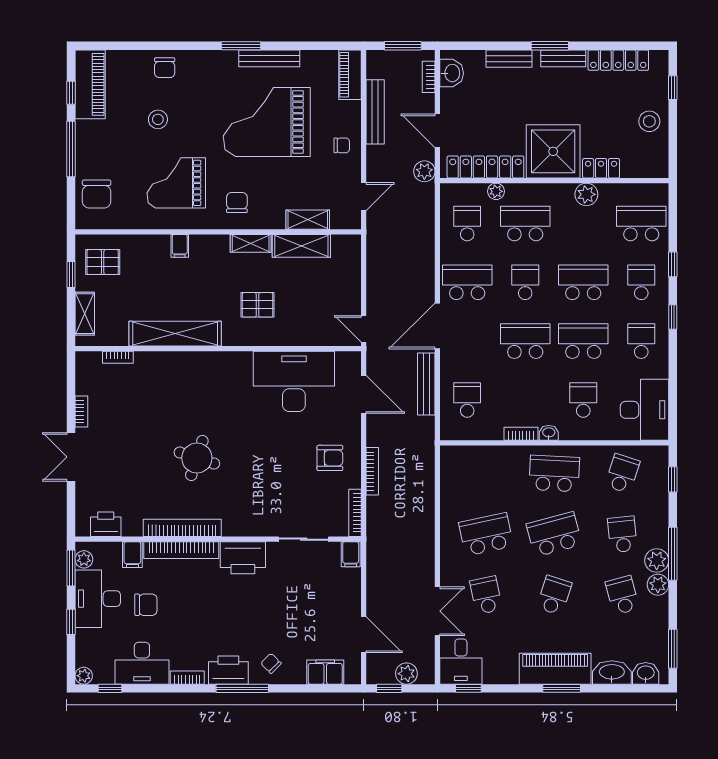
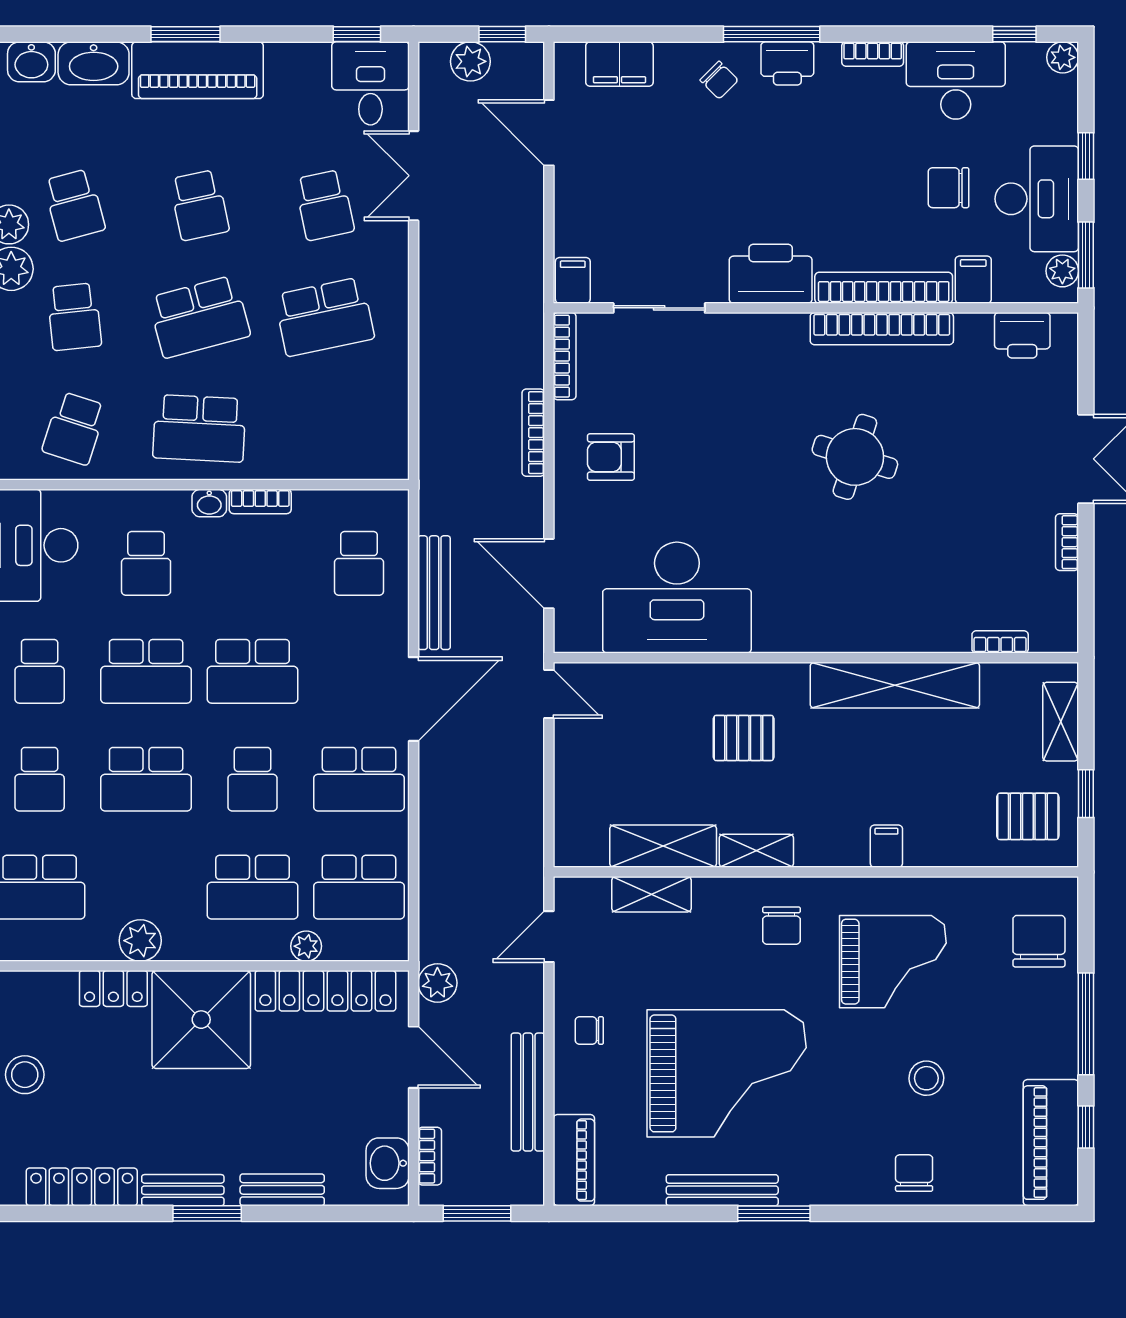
school desk: (467, 223) -> (359, 887), width x1.85
school desk: (554, 595) -> (199, 205), turned -30
printer: (228, 670) -> (787, 63), width x0.73, depth x0.84

